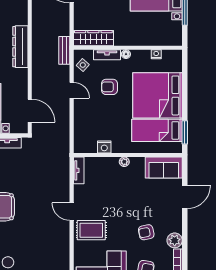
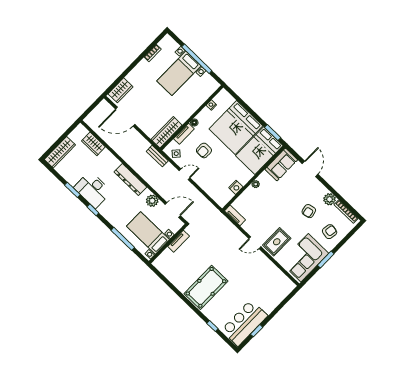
plant: (20, 84) -> (152, 201), added
bed: (157, 130) -> (259, 151), width x1.50

